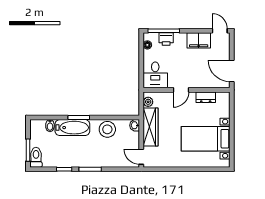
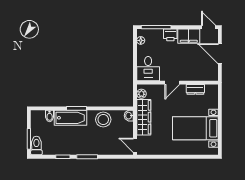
printer: (166, 39) -> (170, 35), moved
door: (232, 71) -> (220, 54), moved

